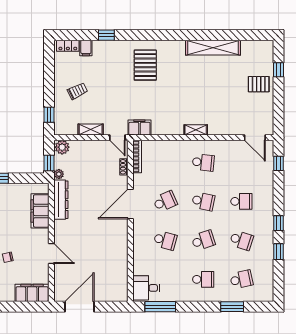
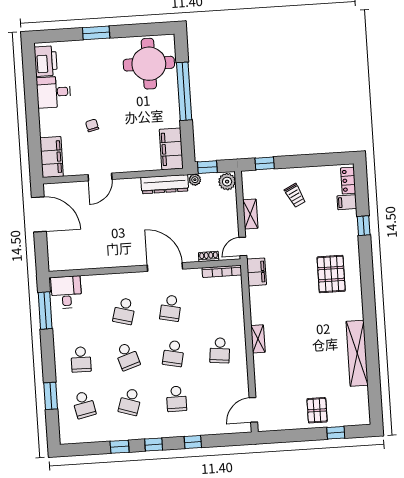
pallet: (145, 65) -> (331, 274), turned 90
window: (279, 163) -> (193, 442), moved
school desk: (165, 201) -> (171, 308), turned 36
filing cabinet: (40, 211) -> (171, 149), moved, turned -90

